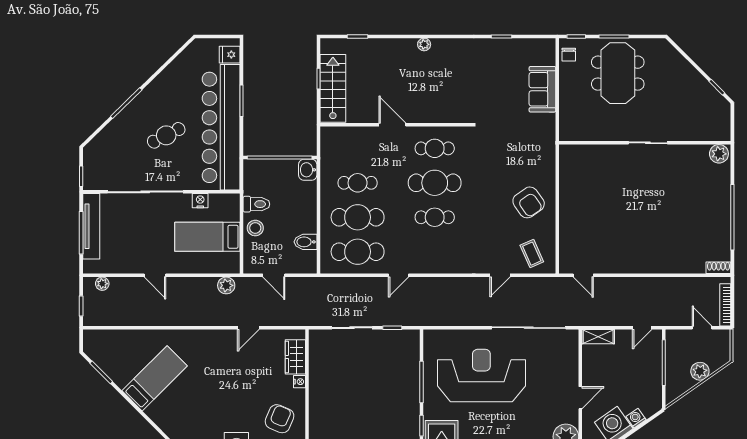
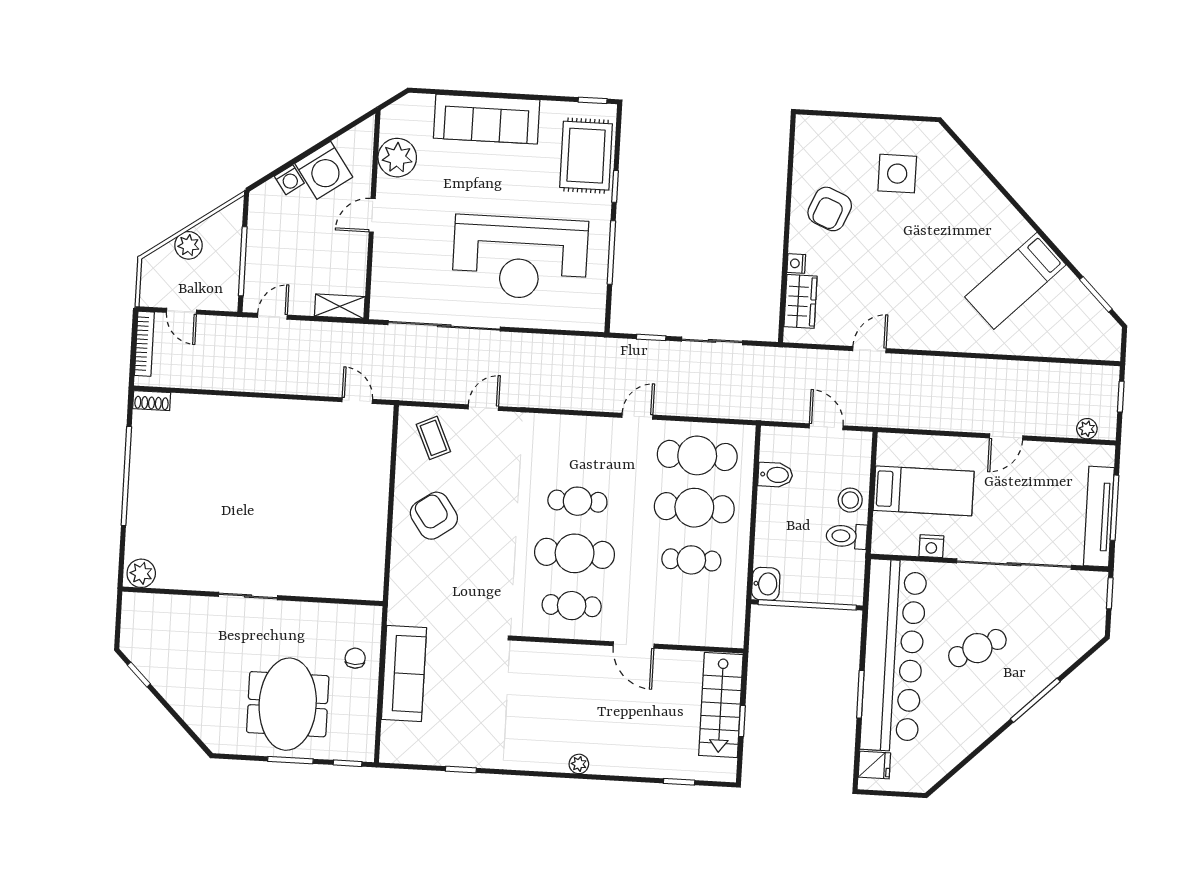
chair: (569, 55) -> (355, 658), moved
sofa: (542, 89) -> (404, 674), width x1.36
door: (155, 275) -> (1006, 437), swing flipped
plant: (226, 285) -> (899, 415), removed

